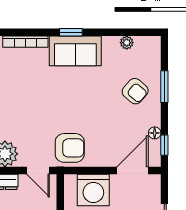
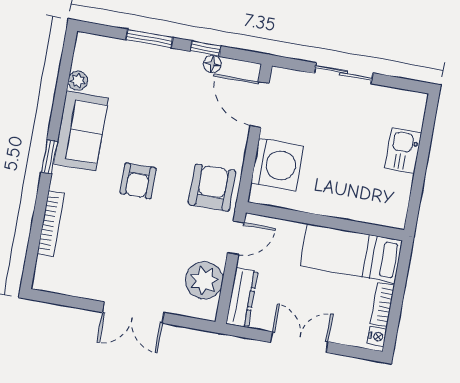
sofa: (75, 51) -> (81, 131), moved
armchair: (135, 91) -> (138, 181), moved, turned 139
window: (164, 145) -> (206, 49), moved

